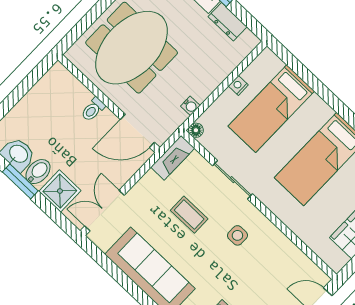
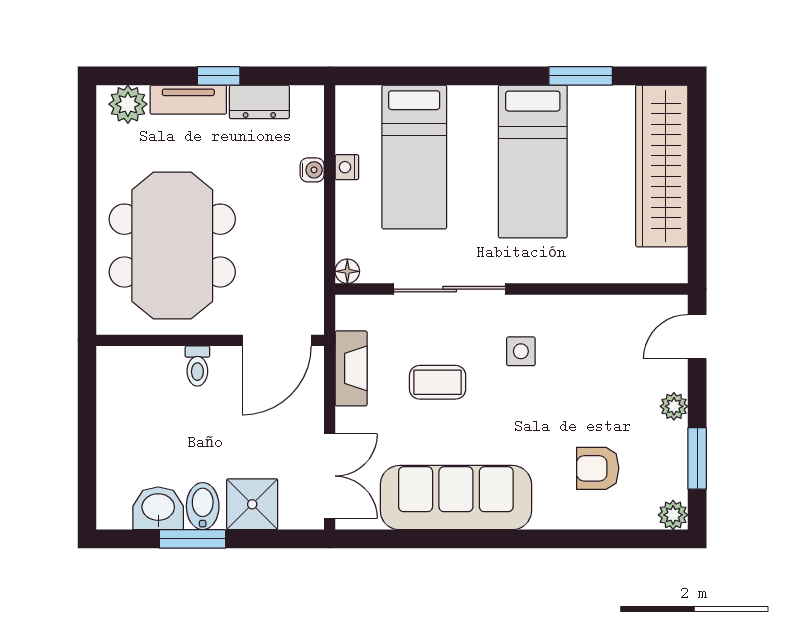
water cooler: (190, 106) -> (312, 170), moved
fireplace: (173, 158) -> (351, 368), moved
sliding door: (232, 180) -> (450, 289), width x1.37
double door: (105, 211) -> (330, 476), swing flipped

